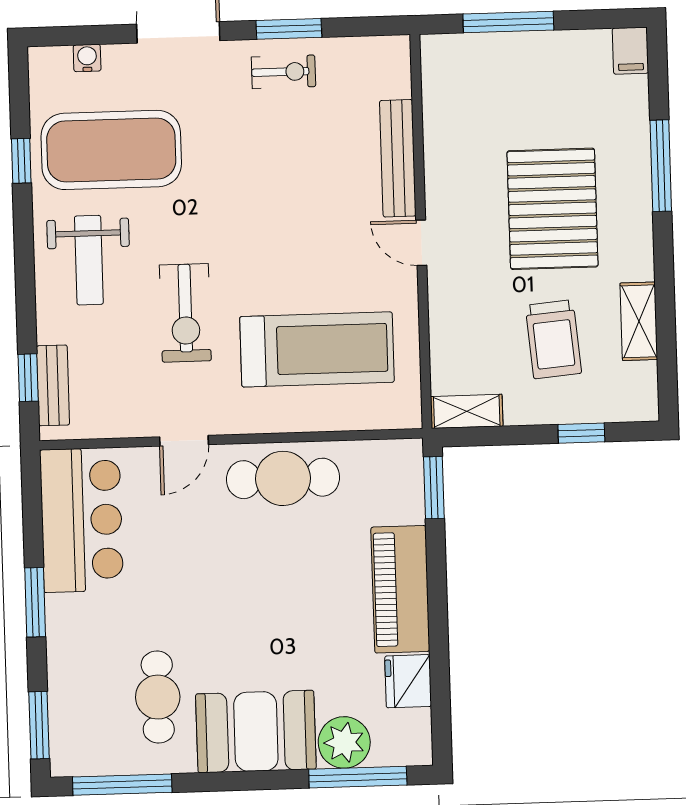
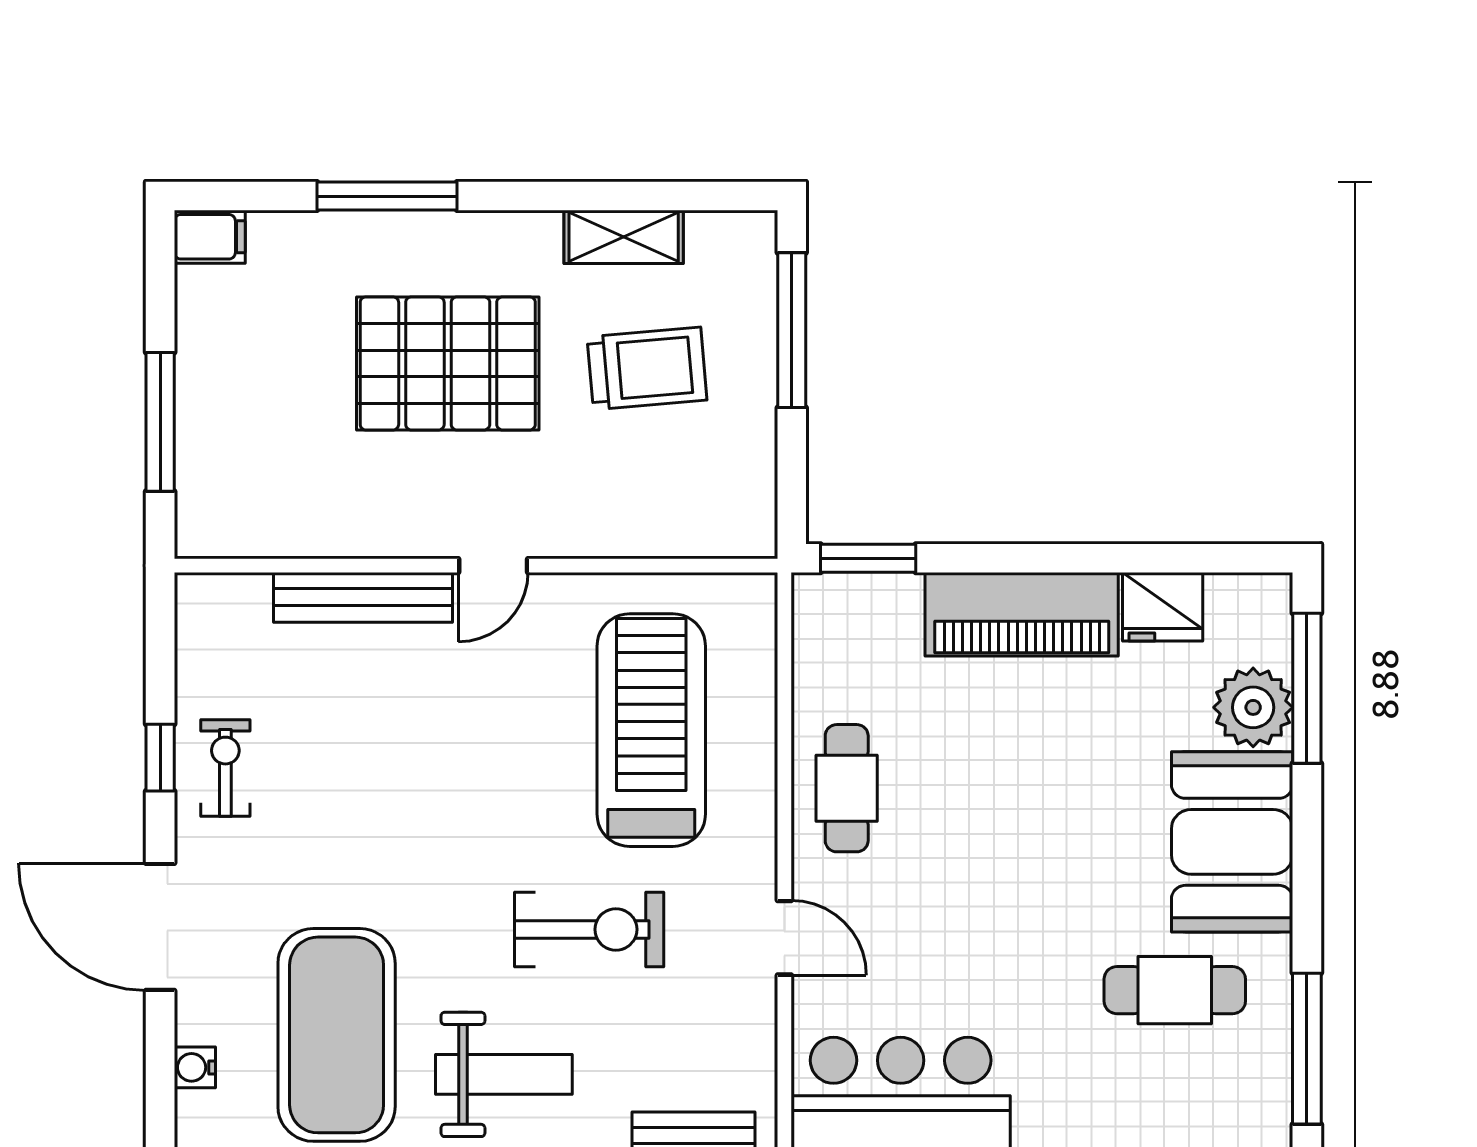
window: (289, 29) -> (160, 758), width x0.67
shelving: (467, 411) -> (753, 504), removed
window: (581, 433) -> (792, 330), width x2.17
cafe table: (283, 478) -> (847, 788), width x0.73, depth x0.74

